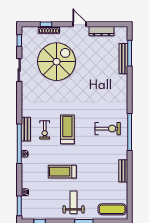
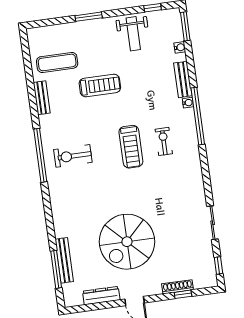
spiral stairs: (57, 62) -> (127, 242), moved
bench: (26, 129) -> (183, 79), moved
treadmill: (62, 172) -> (100, 85), moved
weight bench: (73, 202) -> (133, 34), moved
exercise mat: (112, 209) -> (57, 62), moved

